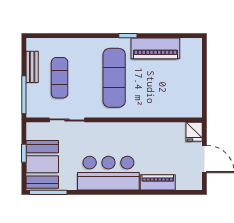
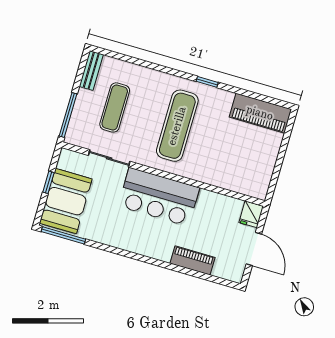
piano: (155, 48) -> (260, 113), moved
bench: (32, 67) -> (91, 71), moved
bar counter: (108, 173) -> (159, 197), moved, turned 180

